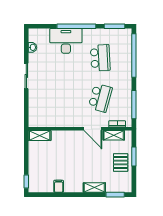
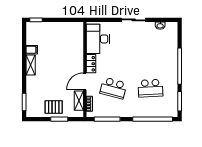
desk: (66, 41) -> (98, 39), moved, turned 180
locker: (74, 122) -> (91, 64), added
shelving: (40, 136) -> (79, 32), removed
shelving: (94, 187) -> (31, 65), moved

